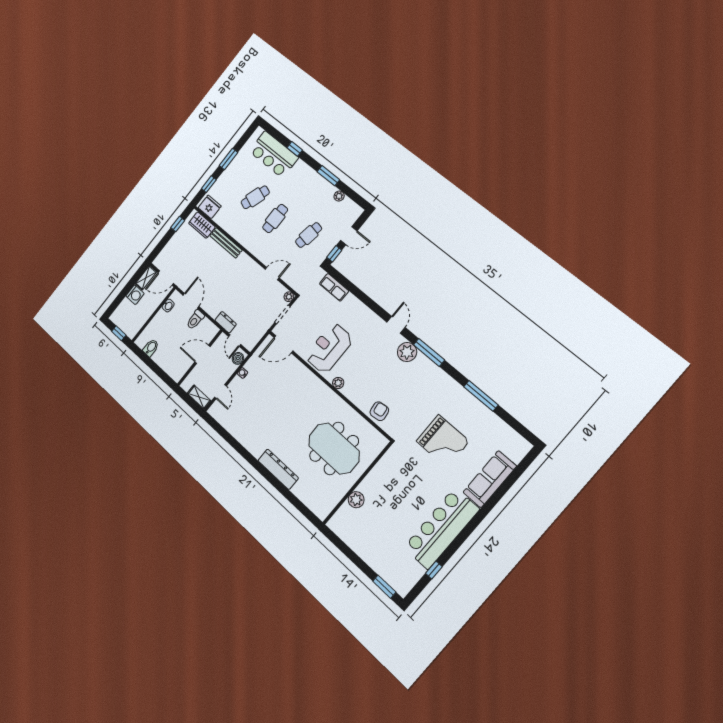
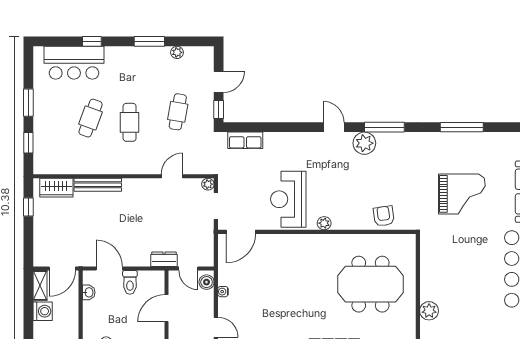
fridge: (210, 207) -> (49, 164), removed

